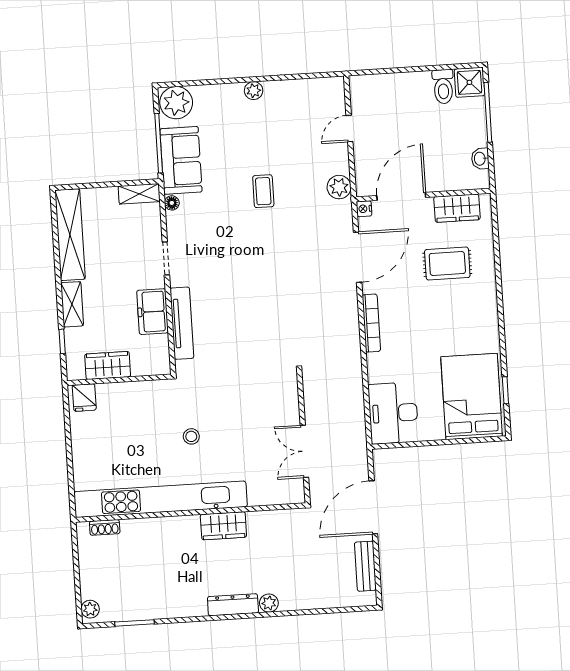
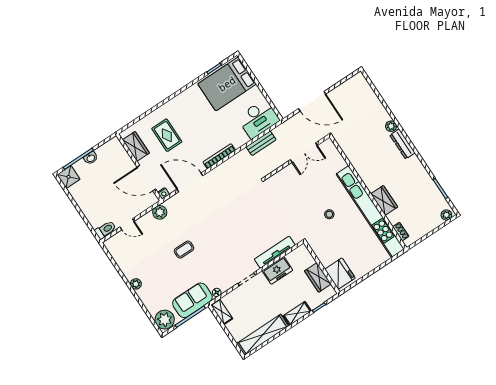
toilet: (443, 87) -> (105, 230), moved
washbasin: (480, 159) -> (91, 158), moved
fridge: (84, 398) -> (340, 274), width x1.88, depth x1.34
wardrobe: (223, 526) -> (384, 200), moved
bench: (365, 566) -> (261, 143), moved

